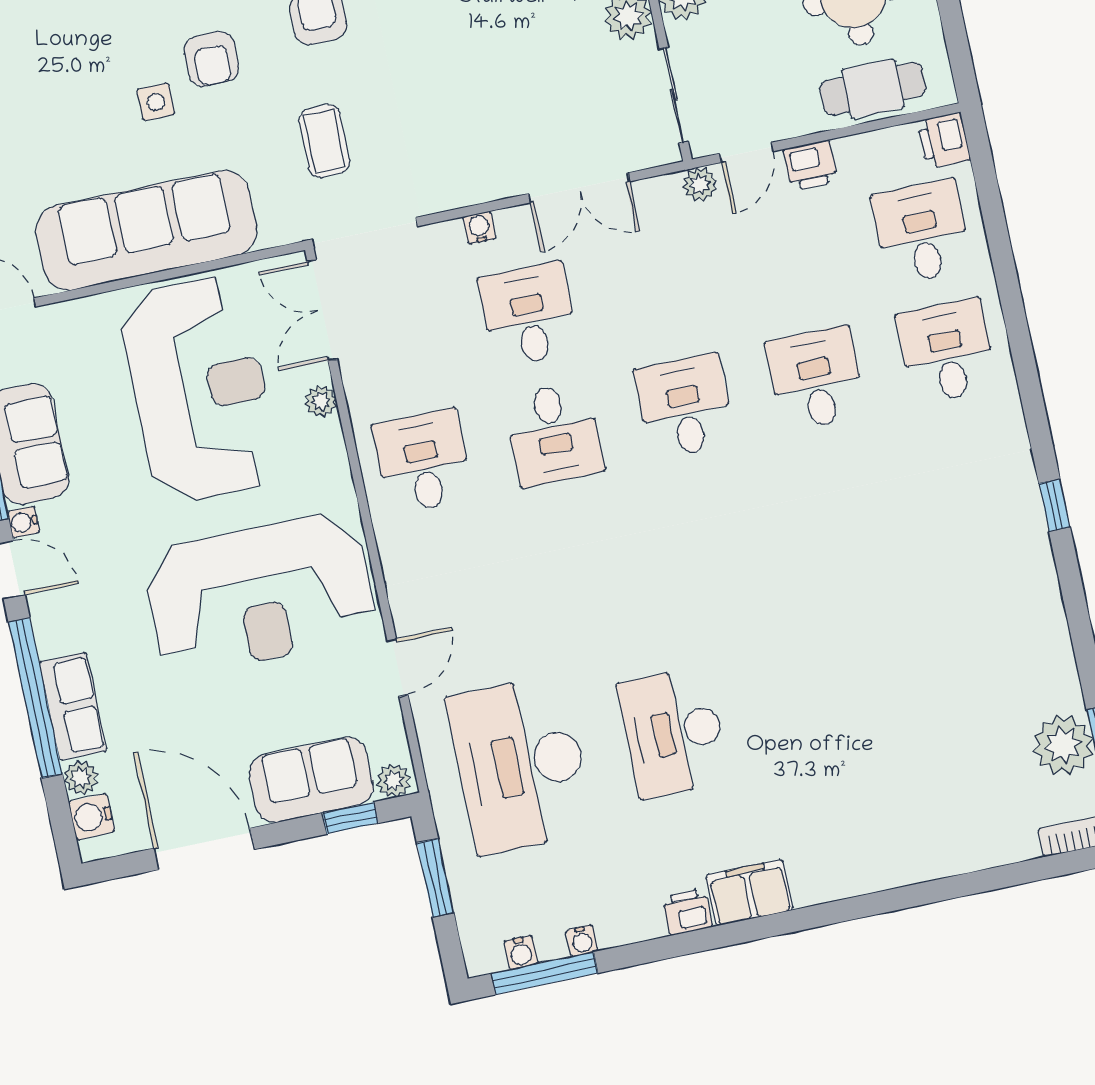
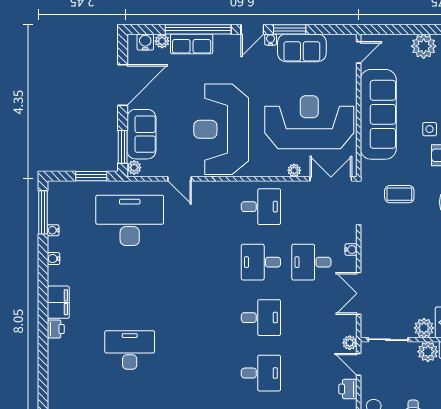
desk: (529, 315) -> (311, 262), turned 180
reception desk: (199, 389) -> (309, 122), turned 180
desk: (674, 732) -> (130, 350), moved
window: (350, 818) -> (123, 147), width x1.50
printer: (687, 912) -> (56, 329), moved
water cooler: (521, 952) -> (54, 259), moved

